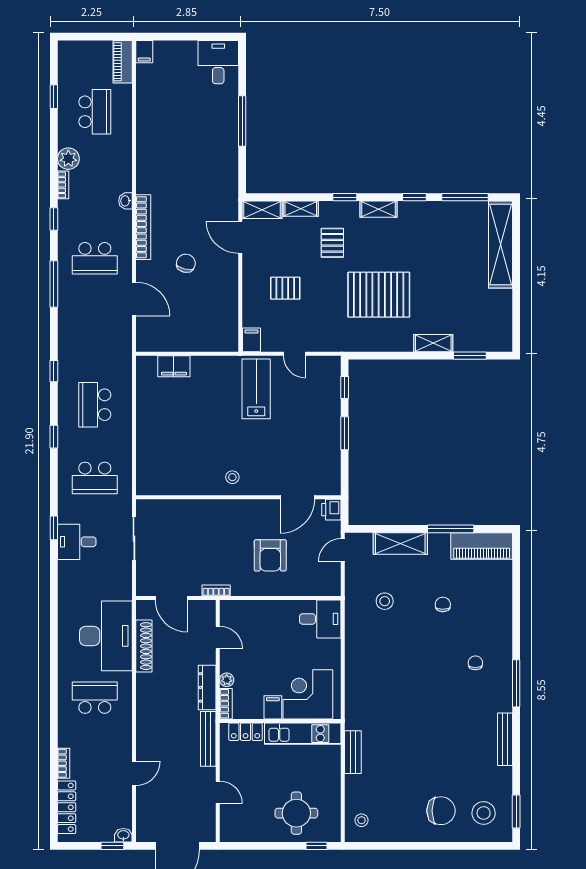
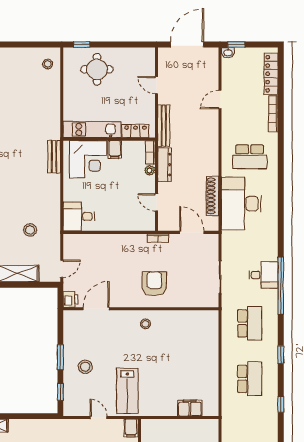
stool: (312, 421) -> (85, 367), added
school desk: (95, 478) -> (250, 323), turned 90
window: (54, 528) -> (281, 286), width x3.17
armchair: (270, 555) -> (154, 284), moved
bench: (353, 752) -> (54, 157), moved
bookcase: (64, 763) -> (273, 114), width x1.56

